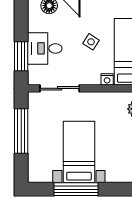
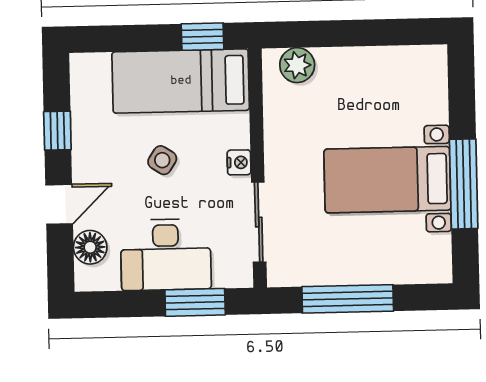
desk: (45, 48) -> (166, 255), width x1.37
nightstand: (107, 79) -> (239, 162), moved

